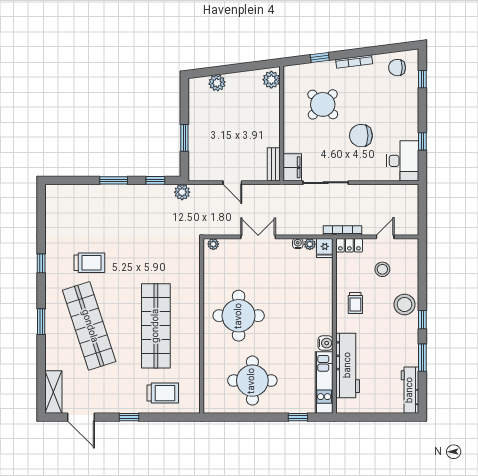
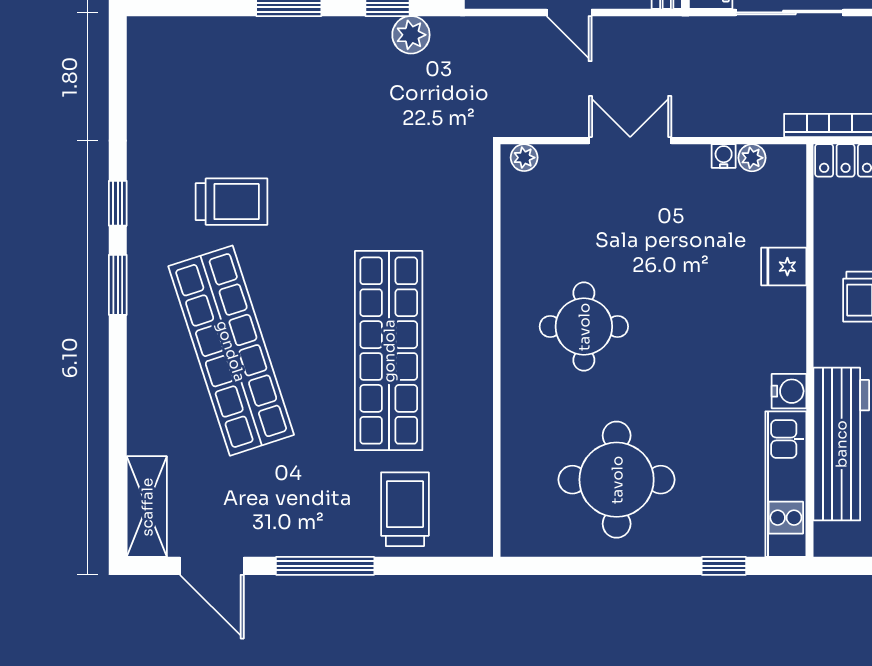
plant: (182, 192) -> (411, 35), moved
fridge: (325, 248) -> (784, 267), moved, turned 90
round table: (239, 316) -> (584, 327), width x0.73, depth x0.73
window: (41, 322) -> (118, 285), moved
trolley: (163, 393) -> (405, 509), turned -90
window: (129, 417) -> (325, 566), width x2.17

